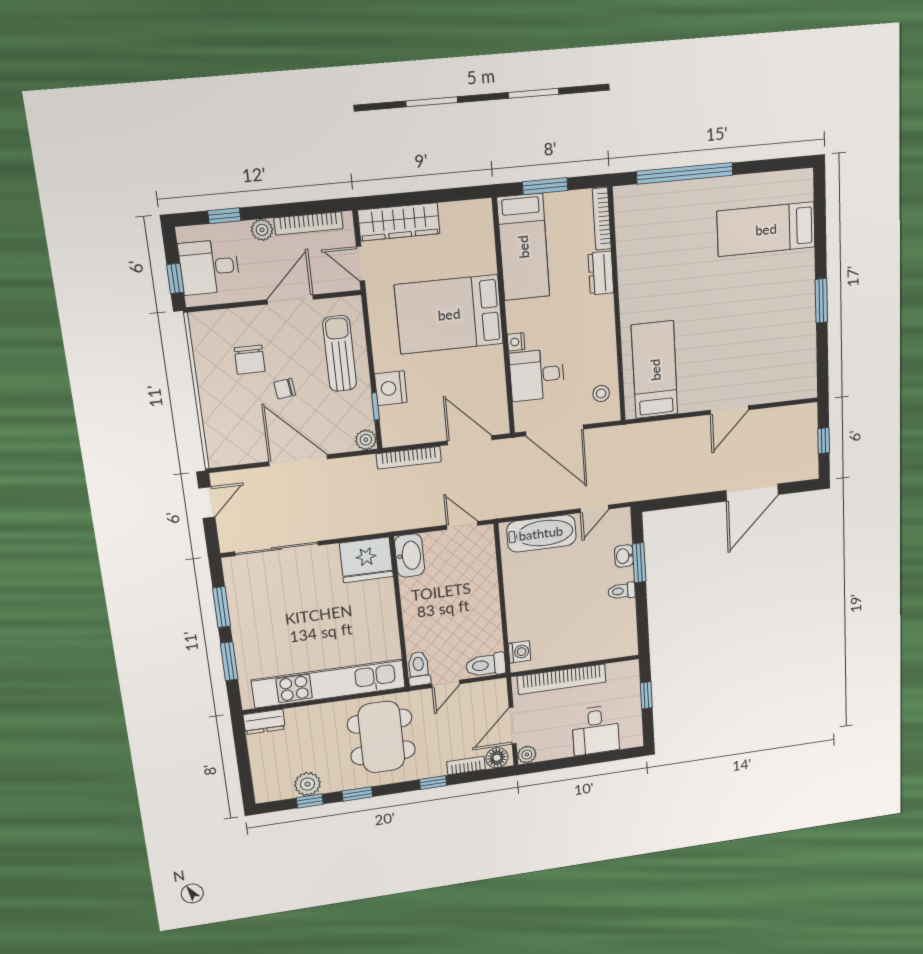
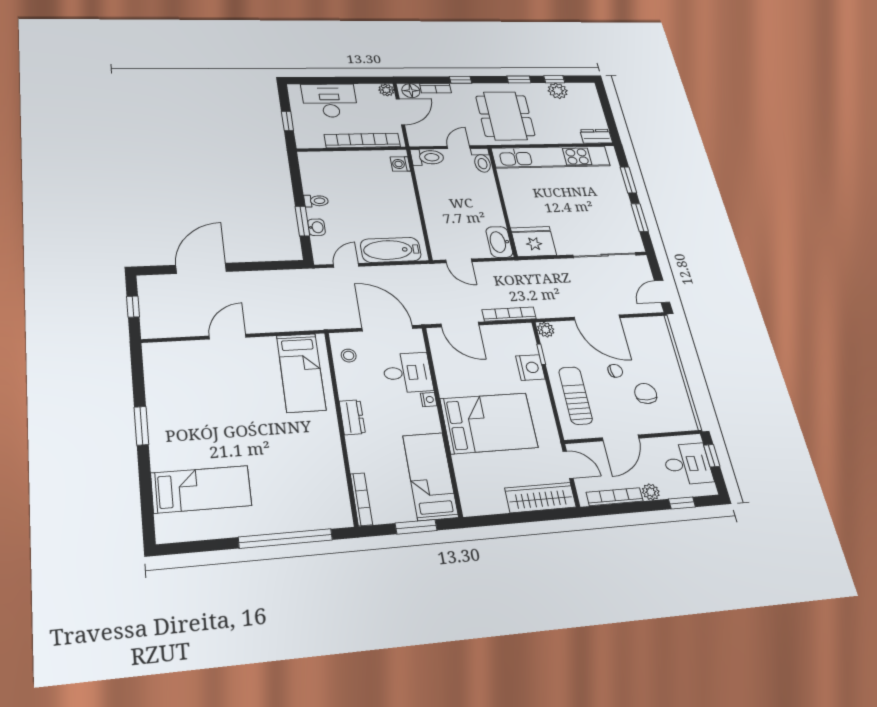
dresser: (601, 273) -> (352, 417), moved
sun lounger: (340, 354) -> (576, 395), turned 180
desk: (596, 730) -> (330, 101), width x1.37

